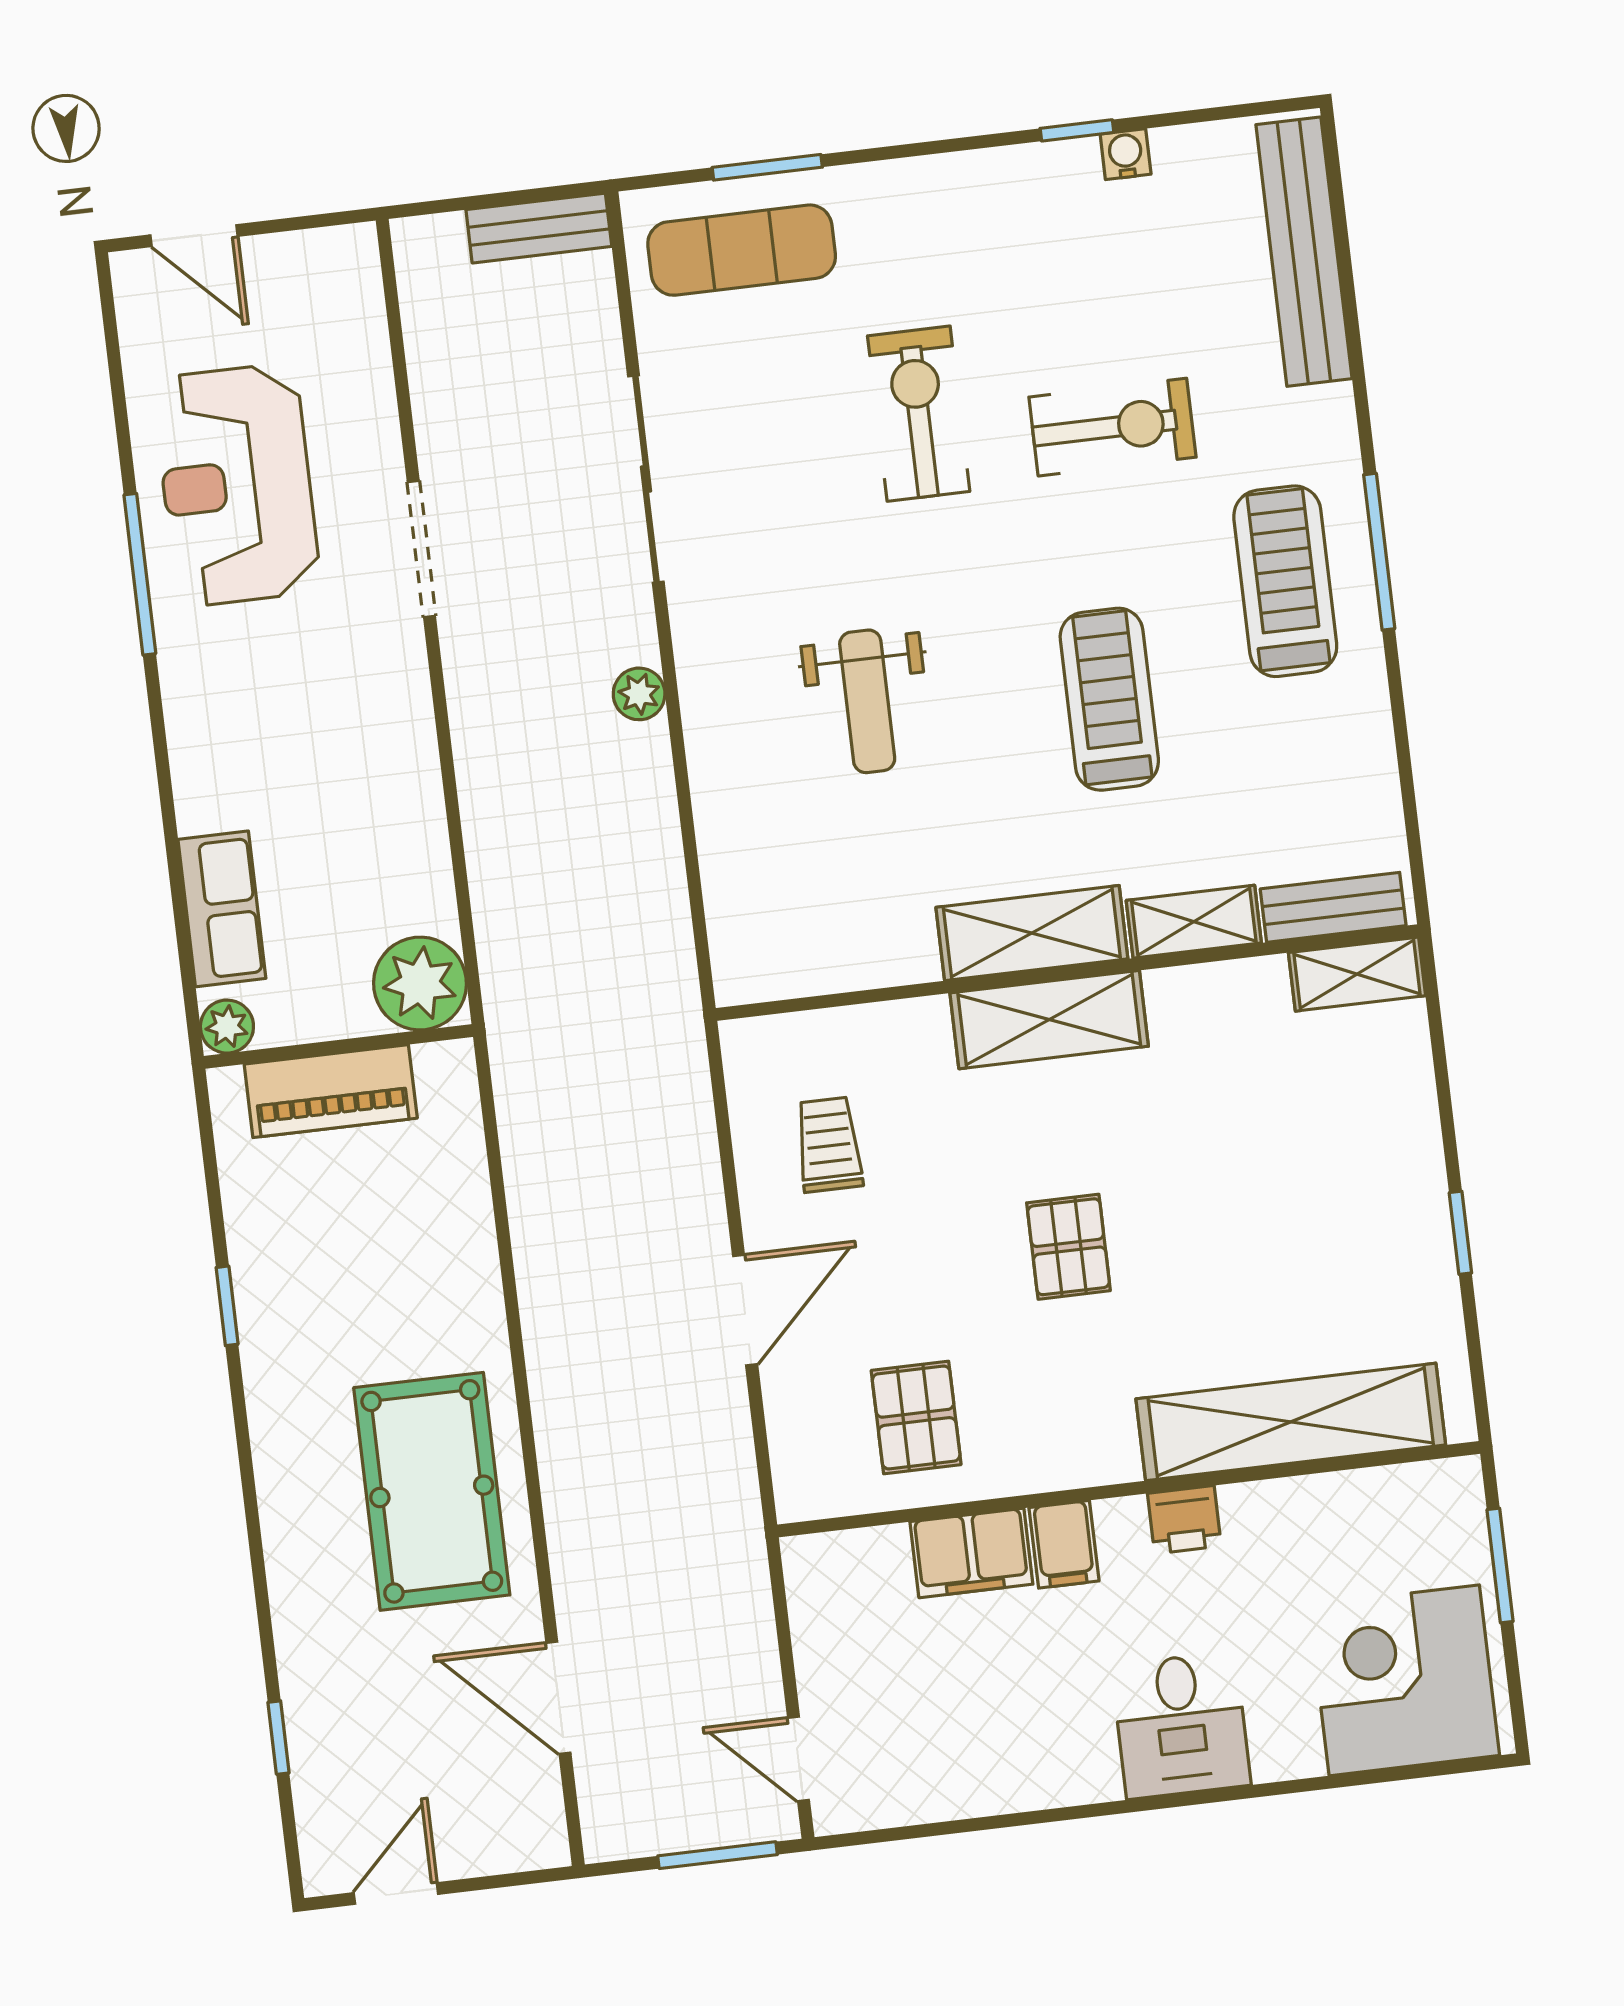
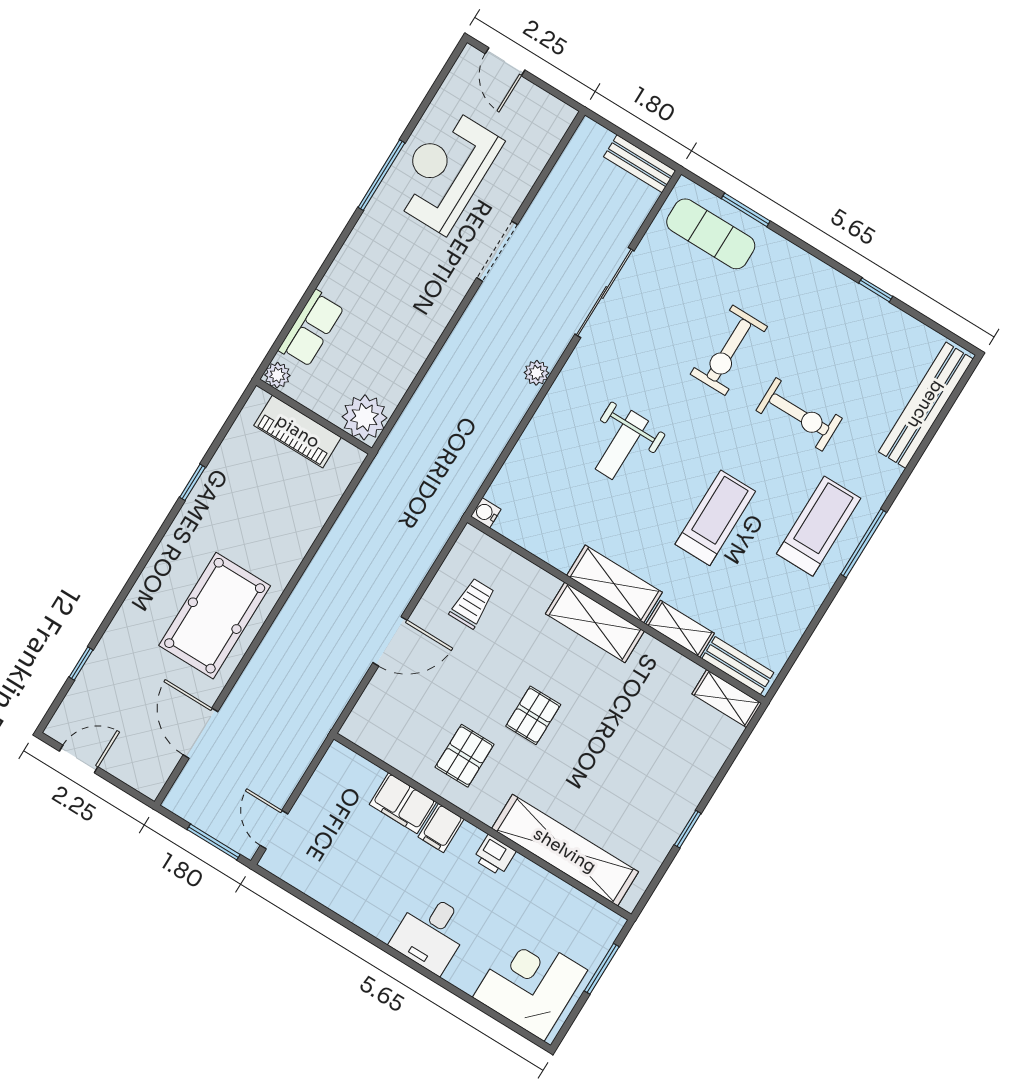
water cooler: (1126, 154) -> (486, 513), moved, turned -90
exercise bike: (919, 414) -> (729, 350), turned 180
pallet: (916, 1417) -> (465, 756), moved

